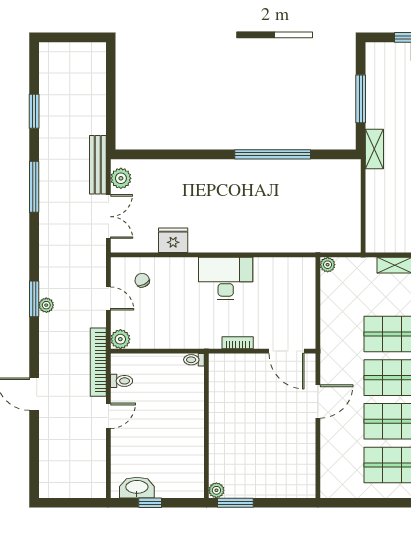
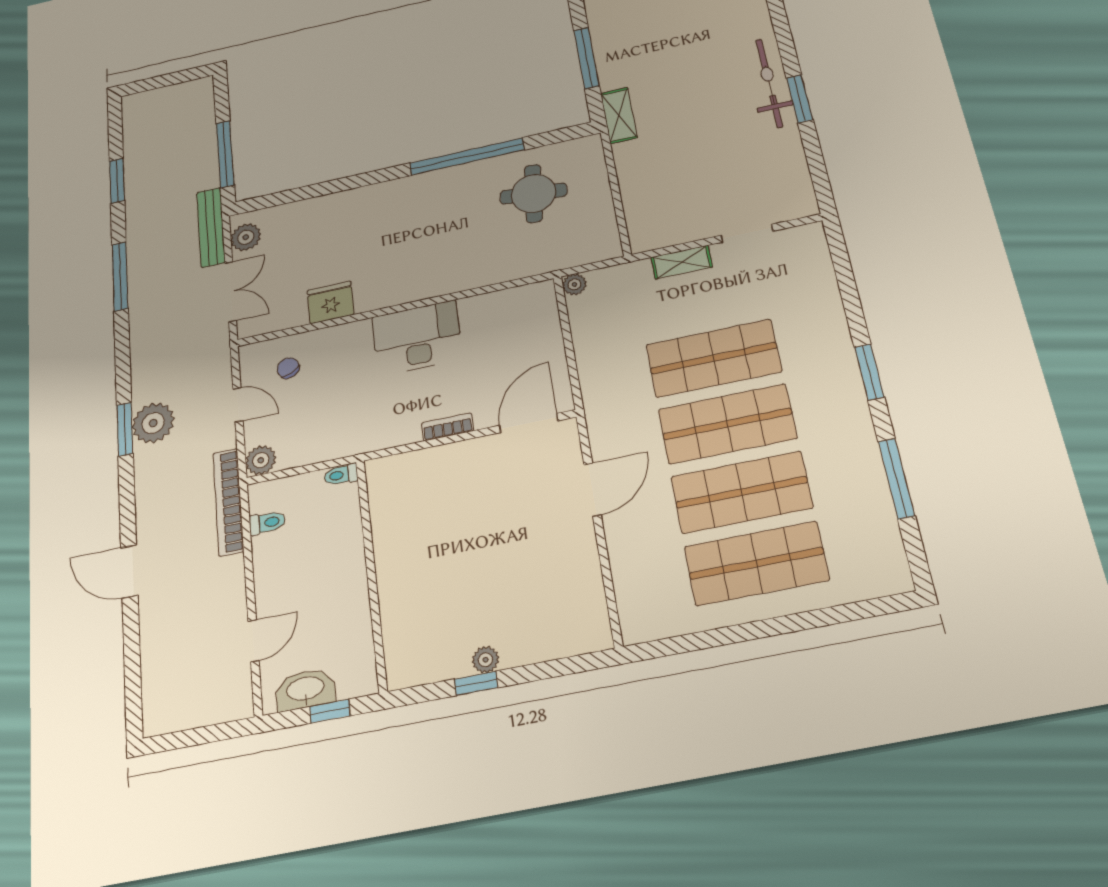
window: (111, 110) -> (225, 154), added
round table: (312, 193) -> (533, 194), added
plant: (46, 305) -> (153, 423), width x1.87, depth x1.87
door: (287, 351) -> (529, 423), swing flipped
toilet: (194, 360) -> (341, 475), moved
door: (108, 416) -> (253, 641), moved
wall: (206, 426) -> (371, 573), moved
plant: (216, 490) -> (485, 660), moved
window: (235, 503) -> (476, 683), width x0.67

